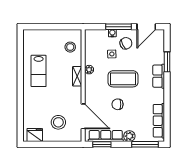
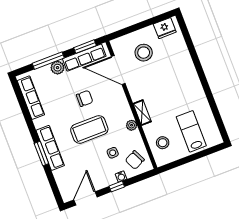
window: (119, 27) -> (117, 186), width x0.46
chair: (126, 43) -> (135, 160), moved
window: (167, 62) -> (41, 153), moved
lab bench: (39, 71) -> (191, 131), moved
row of seats: (159, 76) -> (50, 148), width x1.48
window: (145, 144) -> (48, 61), moved

